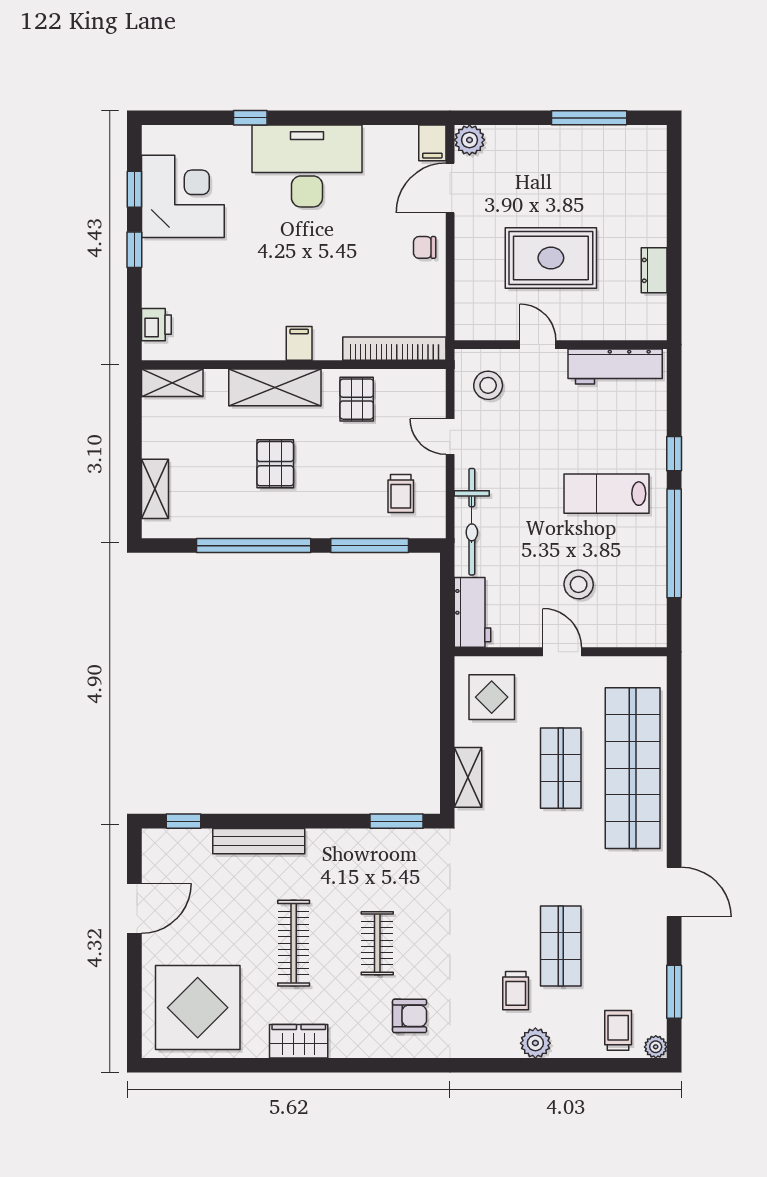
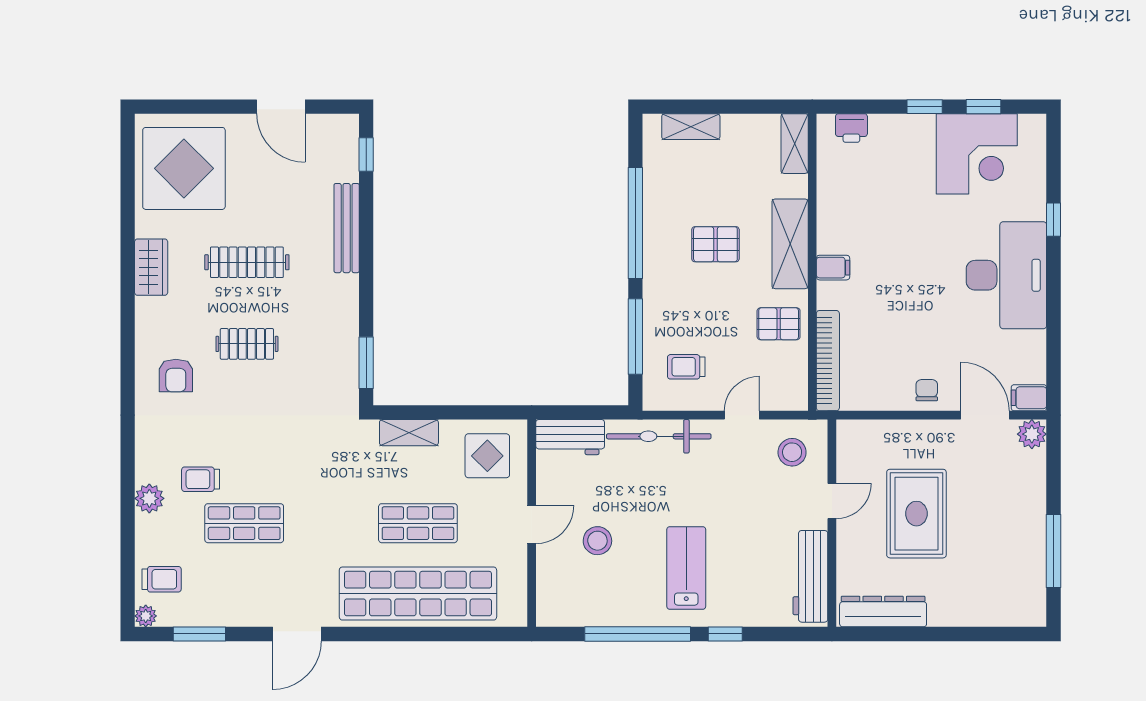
dresser: (654, 270) -> (883, 612), width x1.96, depth x1.24

